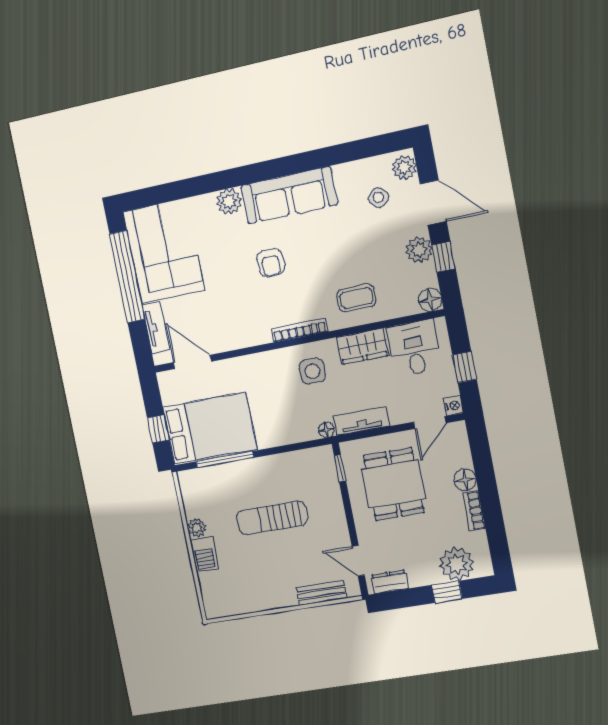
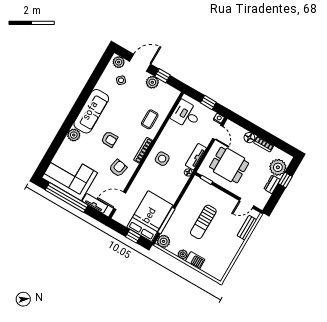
floor lamp: (430, 300) -> (174, 94), removed
armchair: (239, 315) -> (118, 168), added
wardrobe: (363, 346) -> (169, 132), removed
plant: (191, 482) -> (164, 241), added
dresser: (390, 582) -> (272, 184), moved

